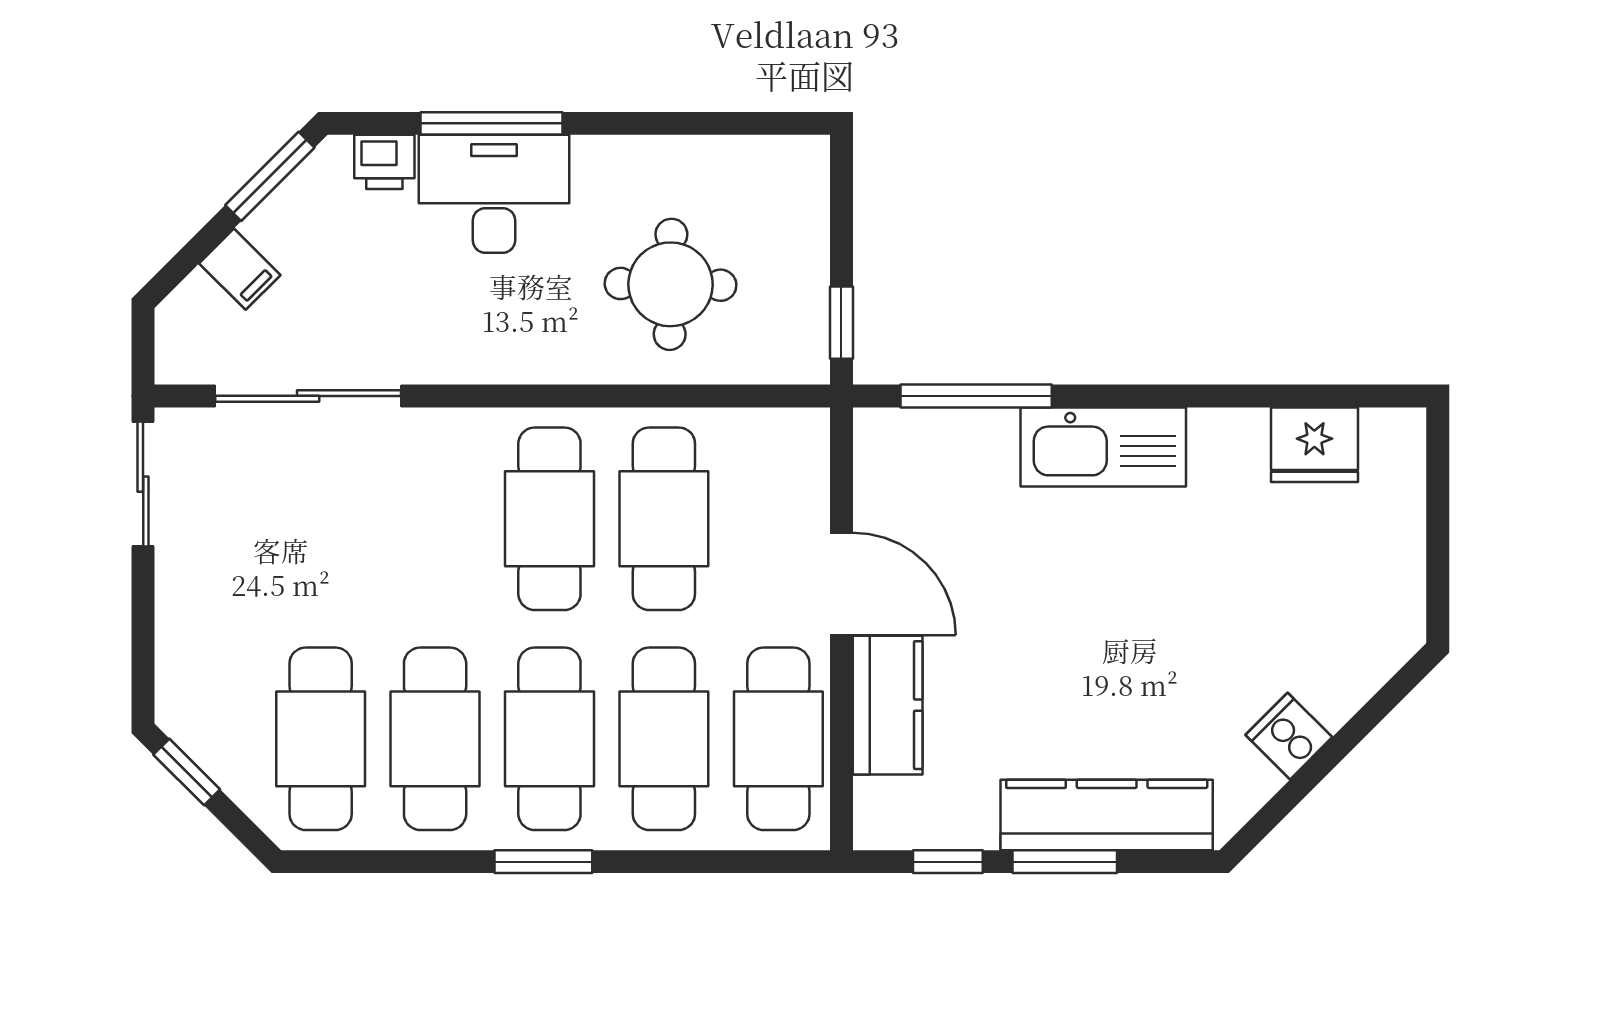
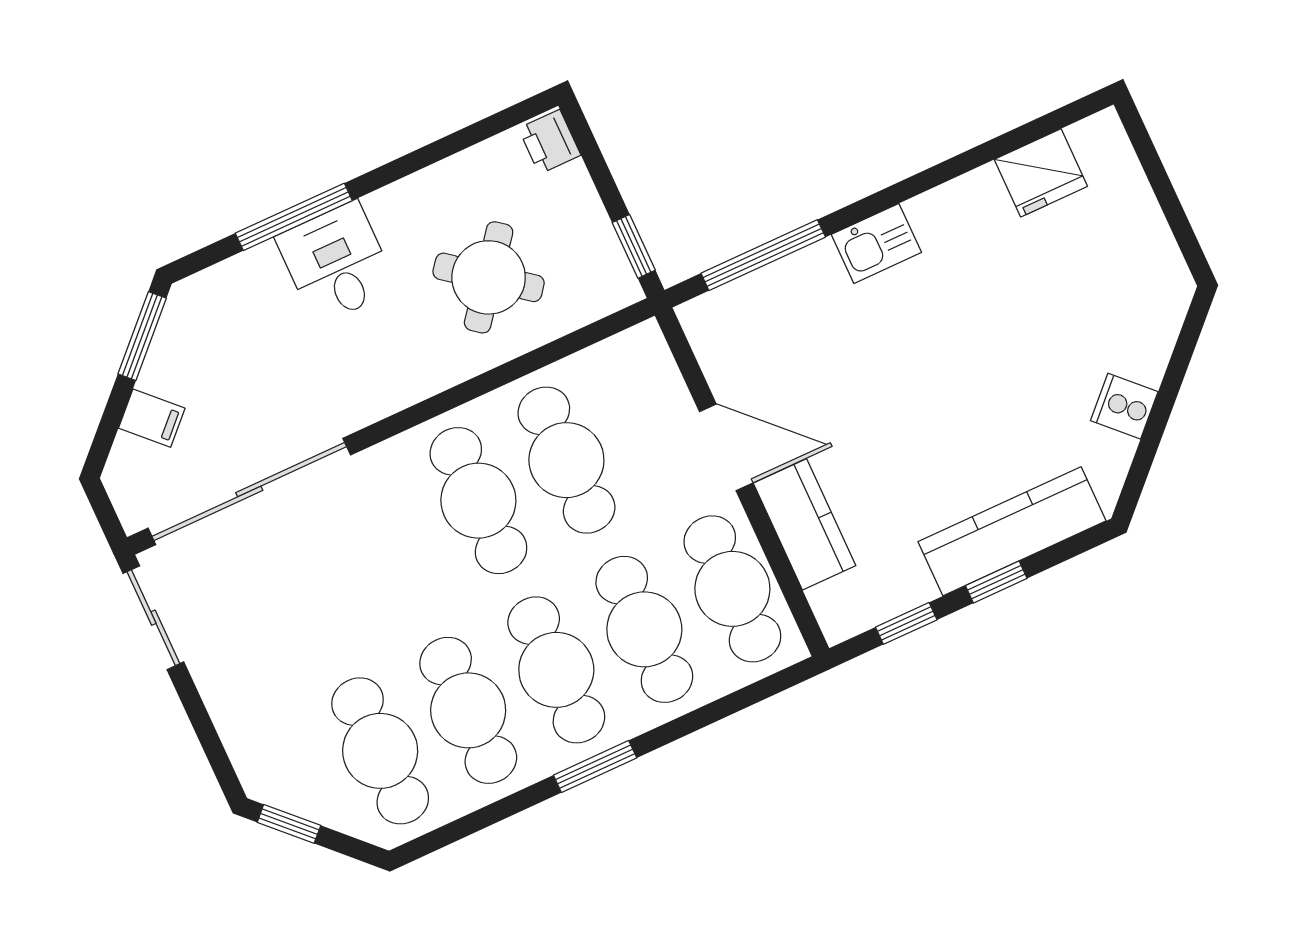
printer: (384, 162) -> (550, 142), moved, turned 90
desk: (494, 194) -> (336, 263), width x0.73
round table: (671, 284) -> (489, 277), turned 37
sliding door: (308, 396) -> (249, 491), width x1.36
kitchen sink: (1103, 447) -> (876, 243), width x0.53, depth x0.81
window: (1065, 862) -> (996, 582), width x0.67

